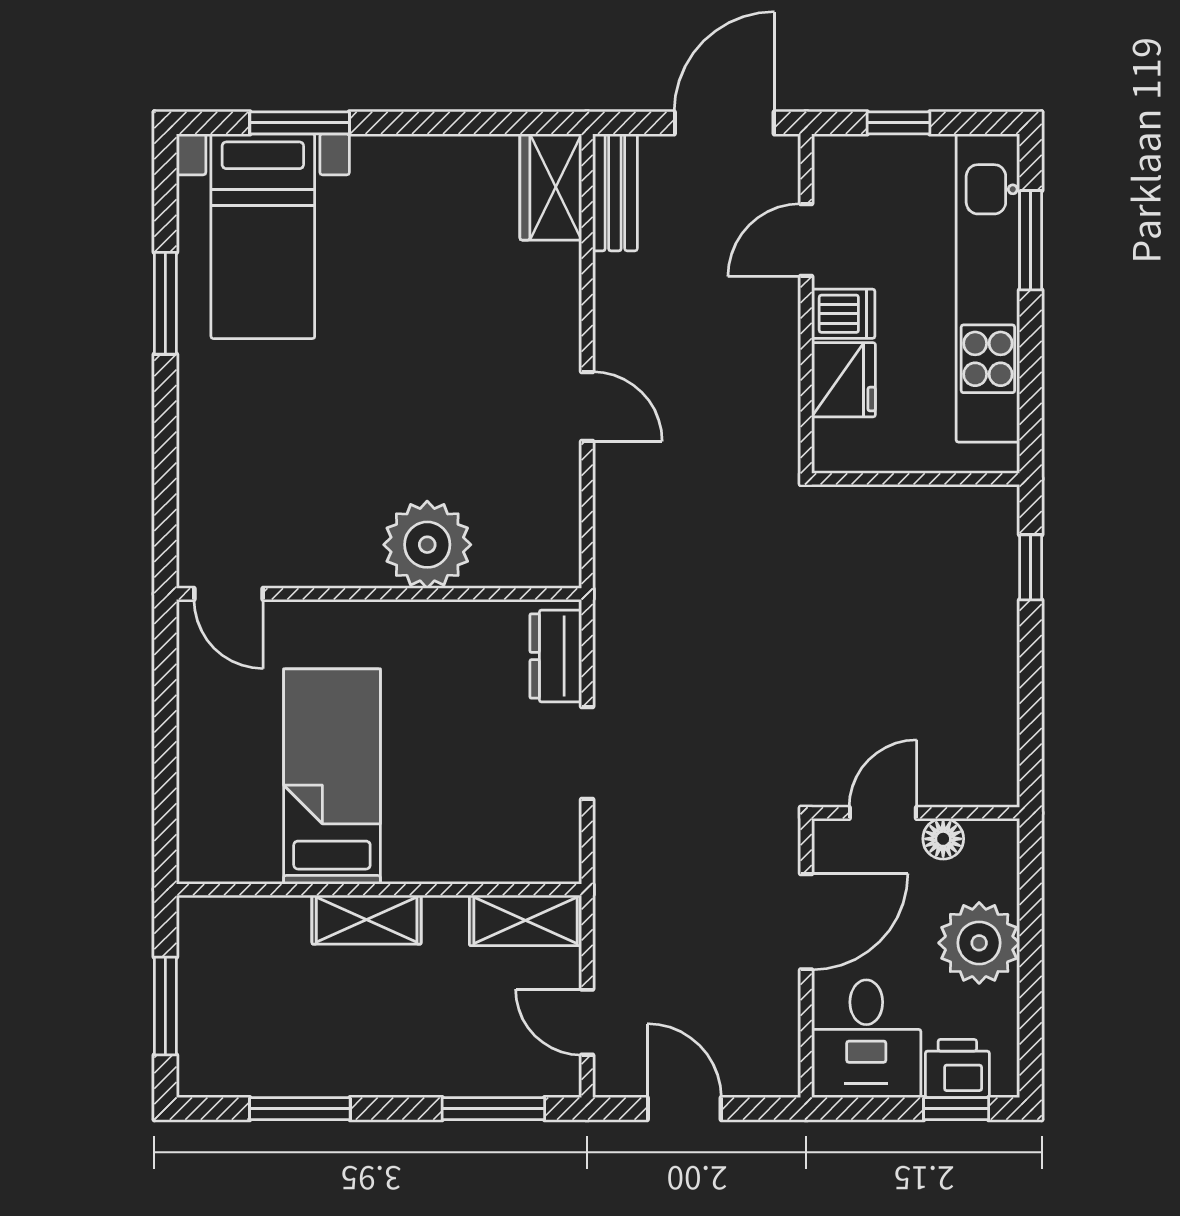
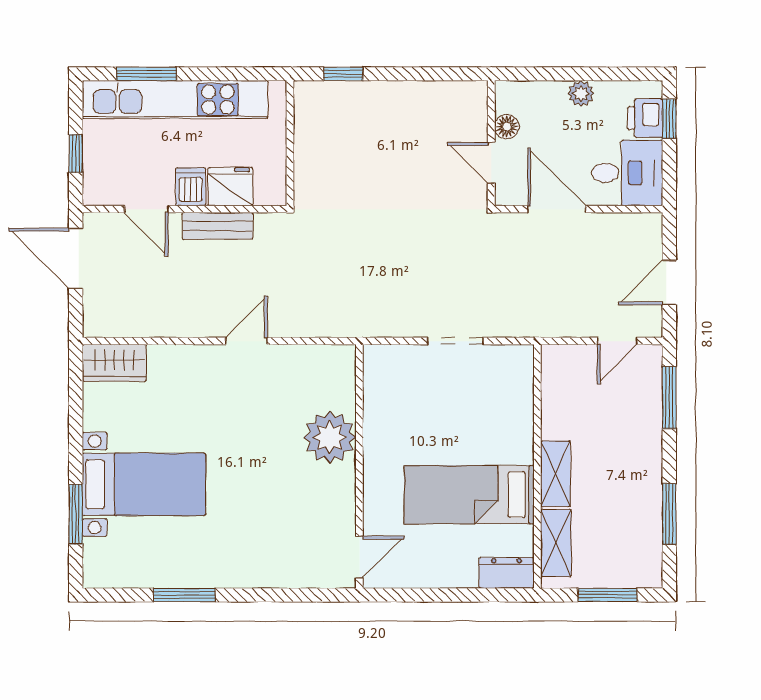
bench: (615, 192) -> (218, 226), moved
bed with nightstands: (263, 236) -> (144, 484), moved
dresser: (556, 656) -> (506, 573), moved, turned 180
shelving: (526, 920) -> (556, 543), moved
plant: (979, 943) -> (581, 94), width x0.53, depth x0.53

